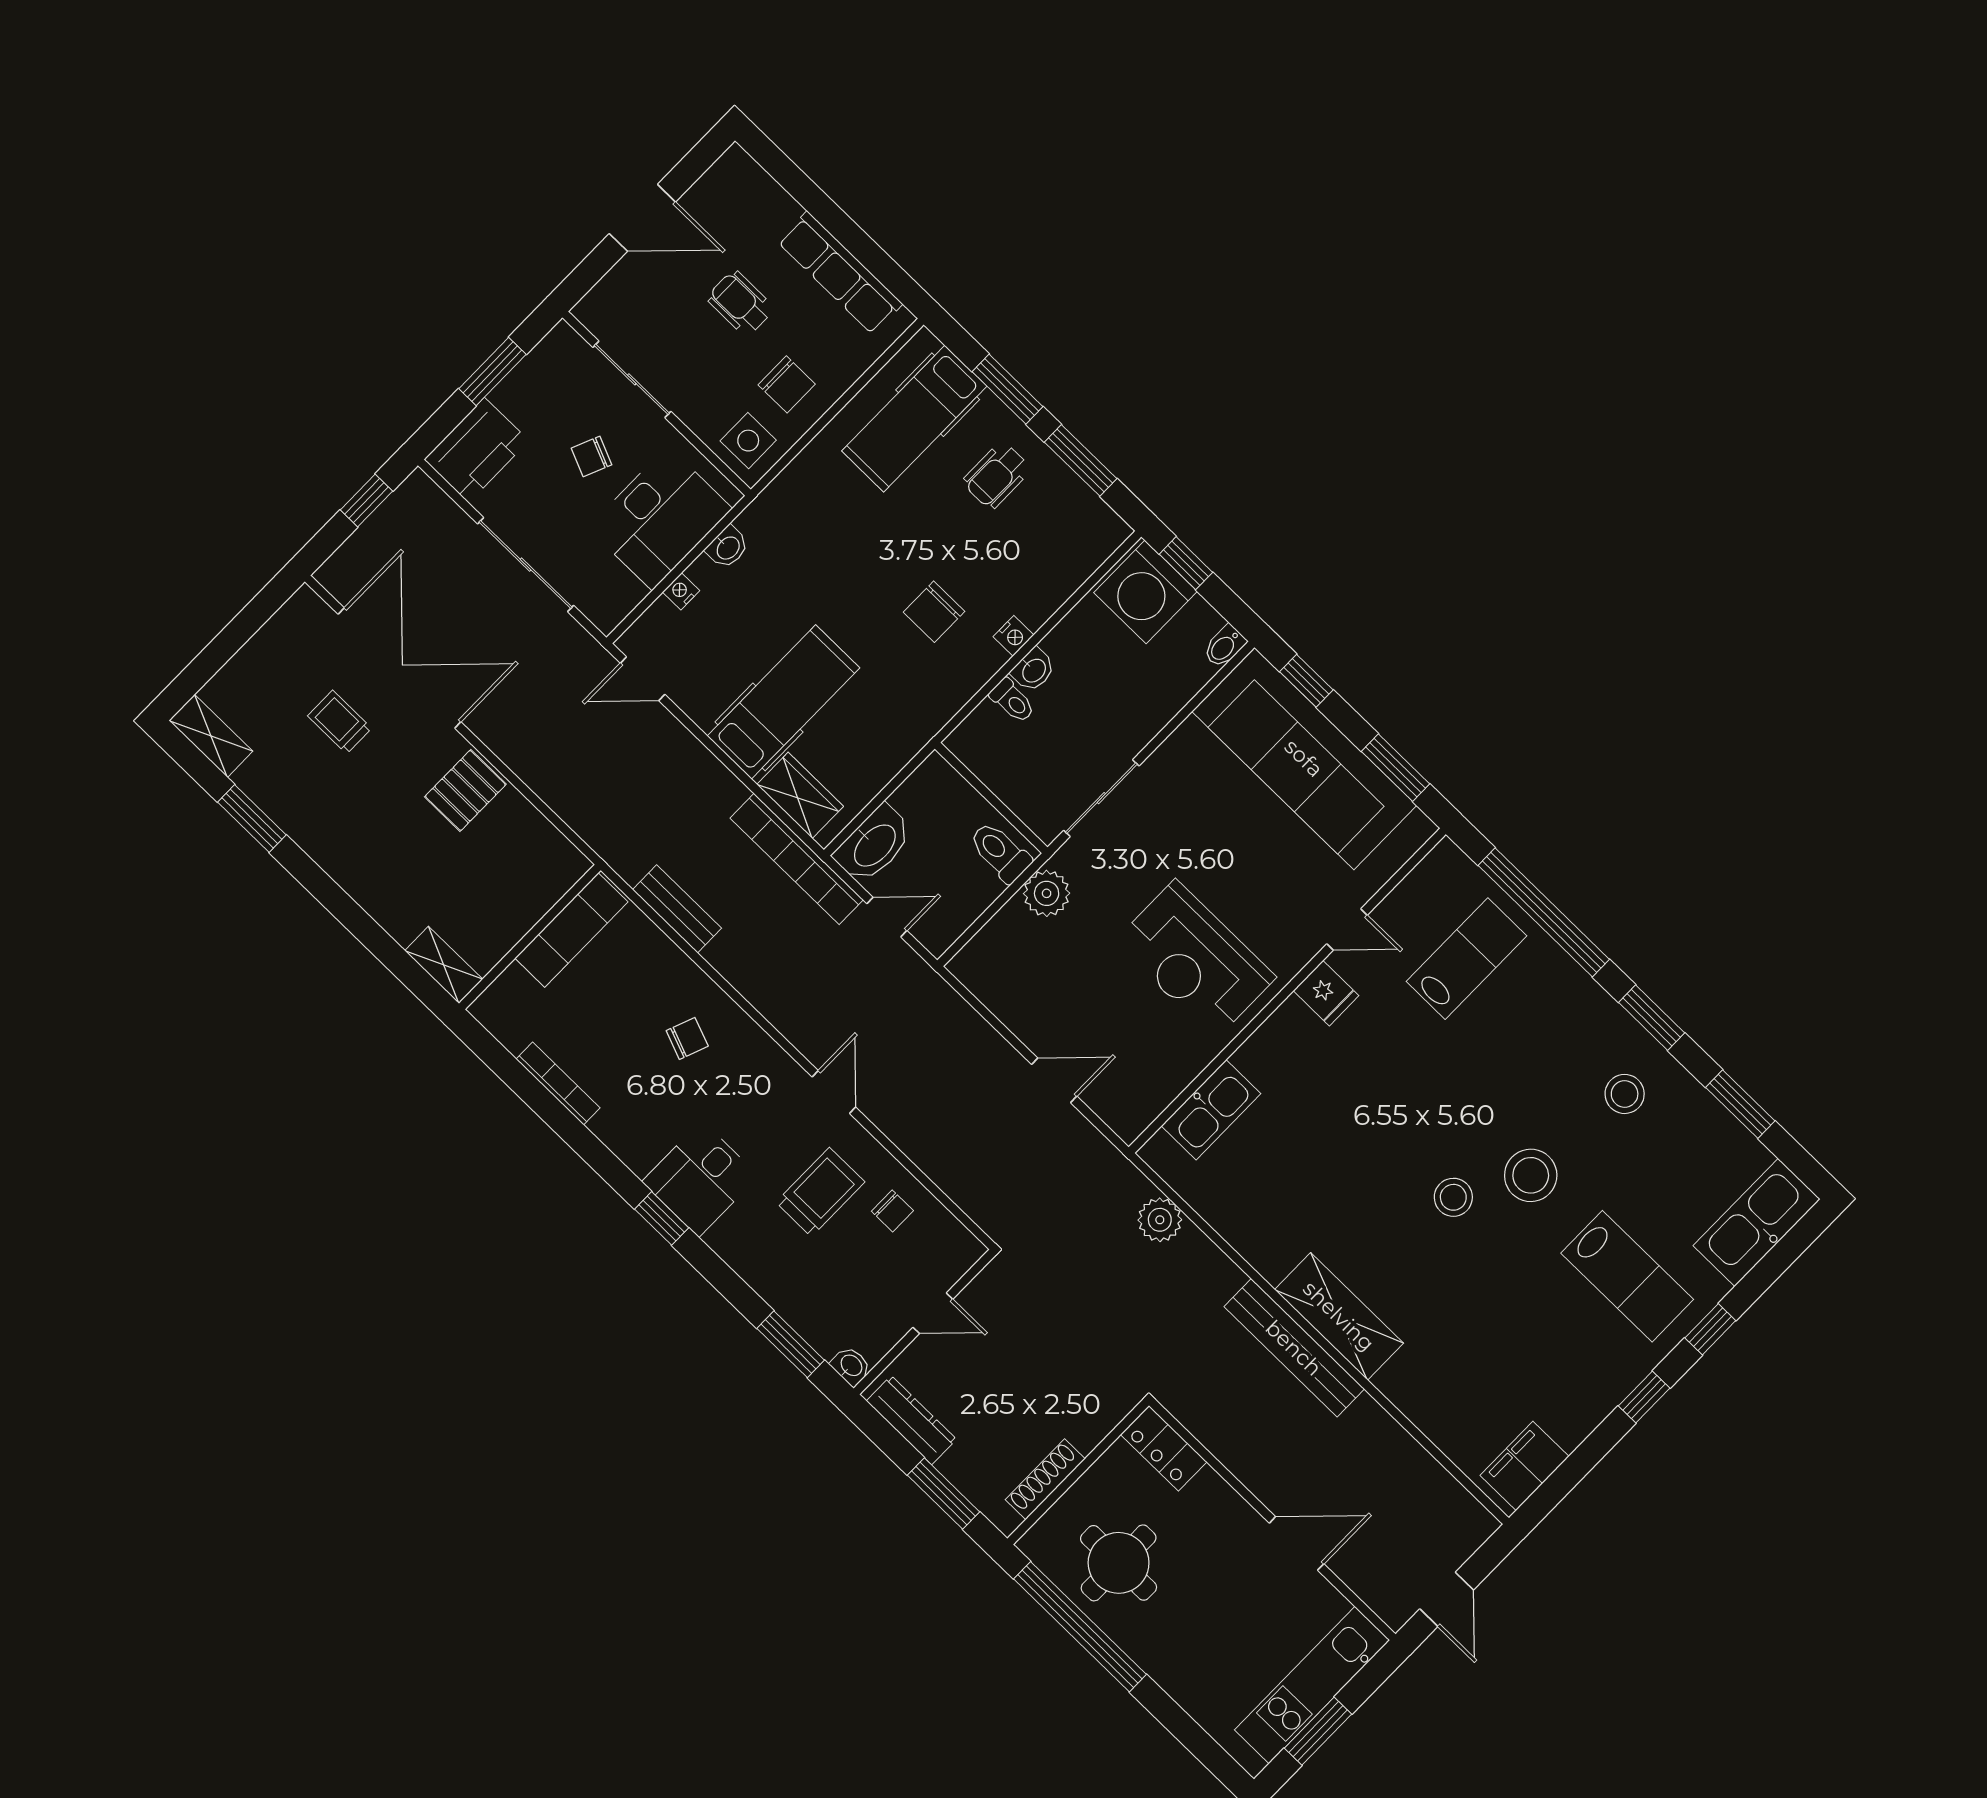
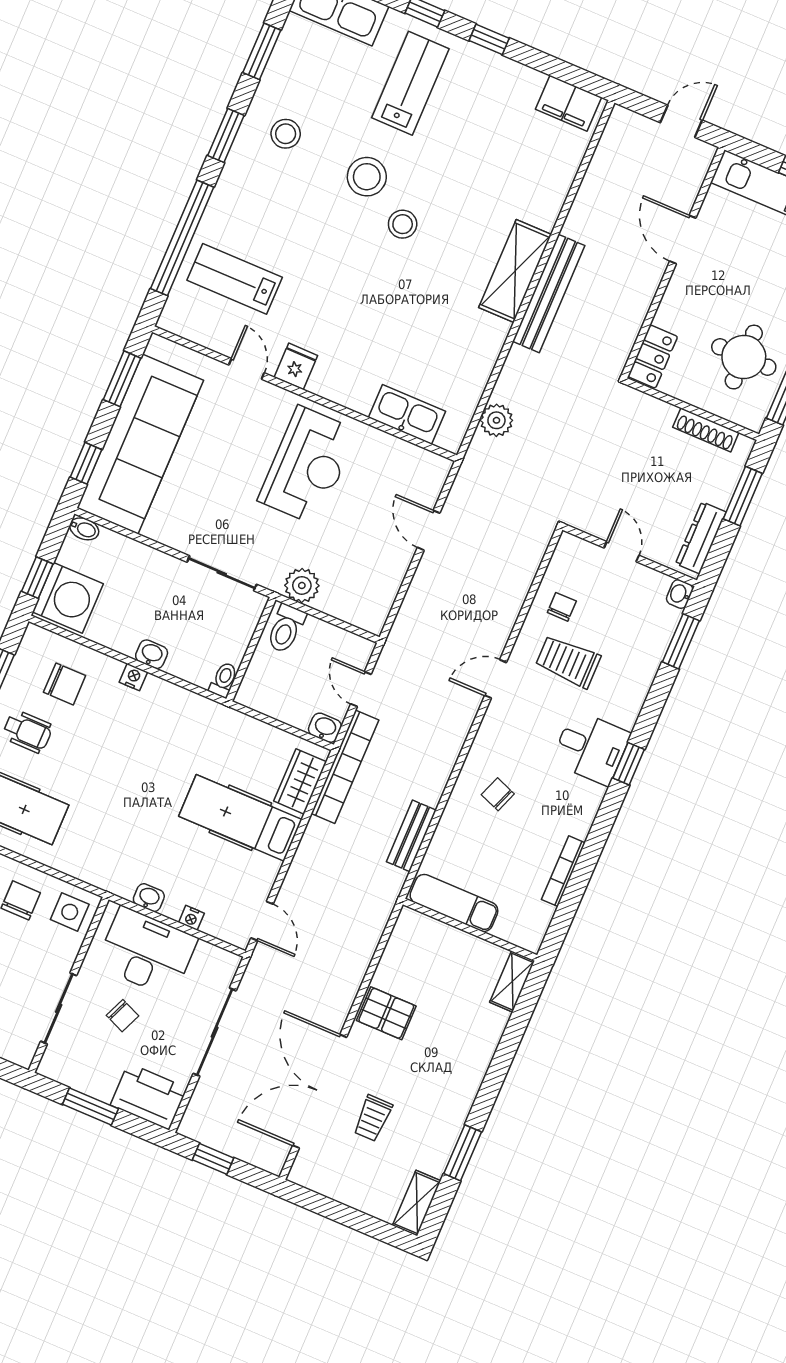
chair: (934, 612) -> (65, 684), moved
toilet: (1012, 701) -> (224, 680), moved
washbasin: (874, 845) -> (325, 728), width x0.52, depth x0.69

